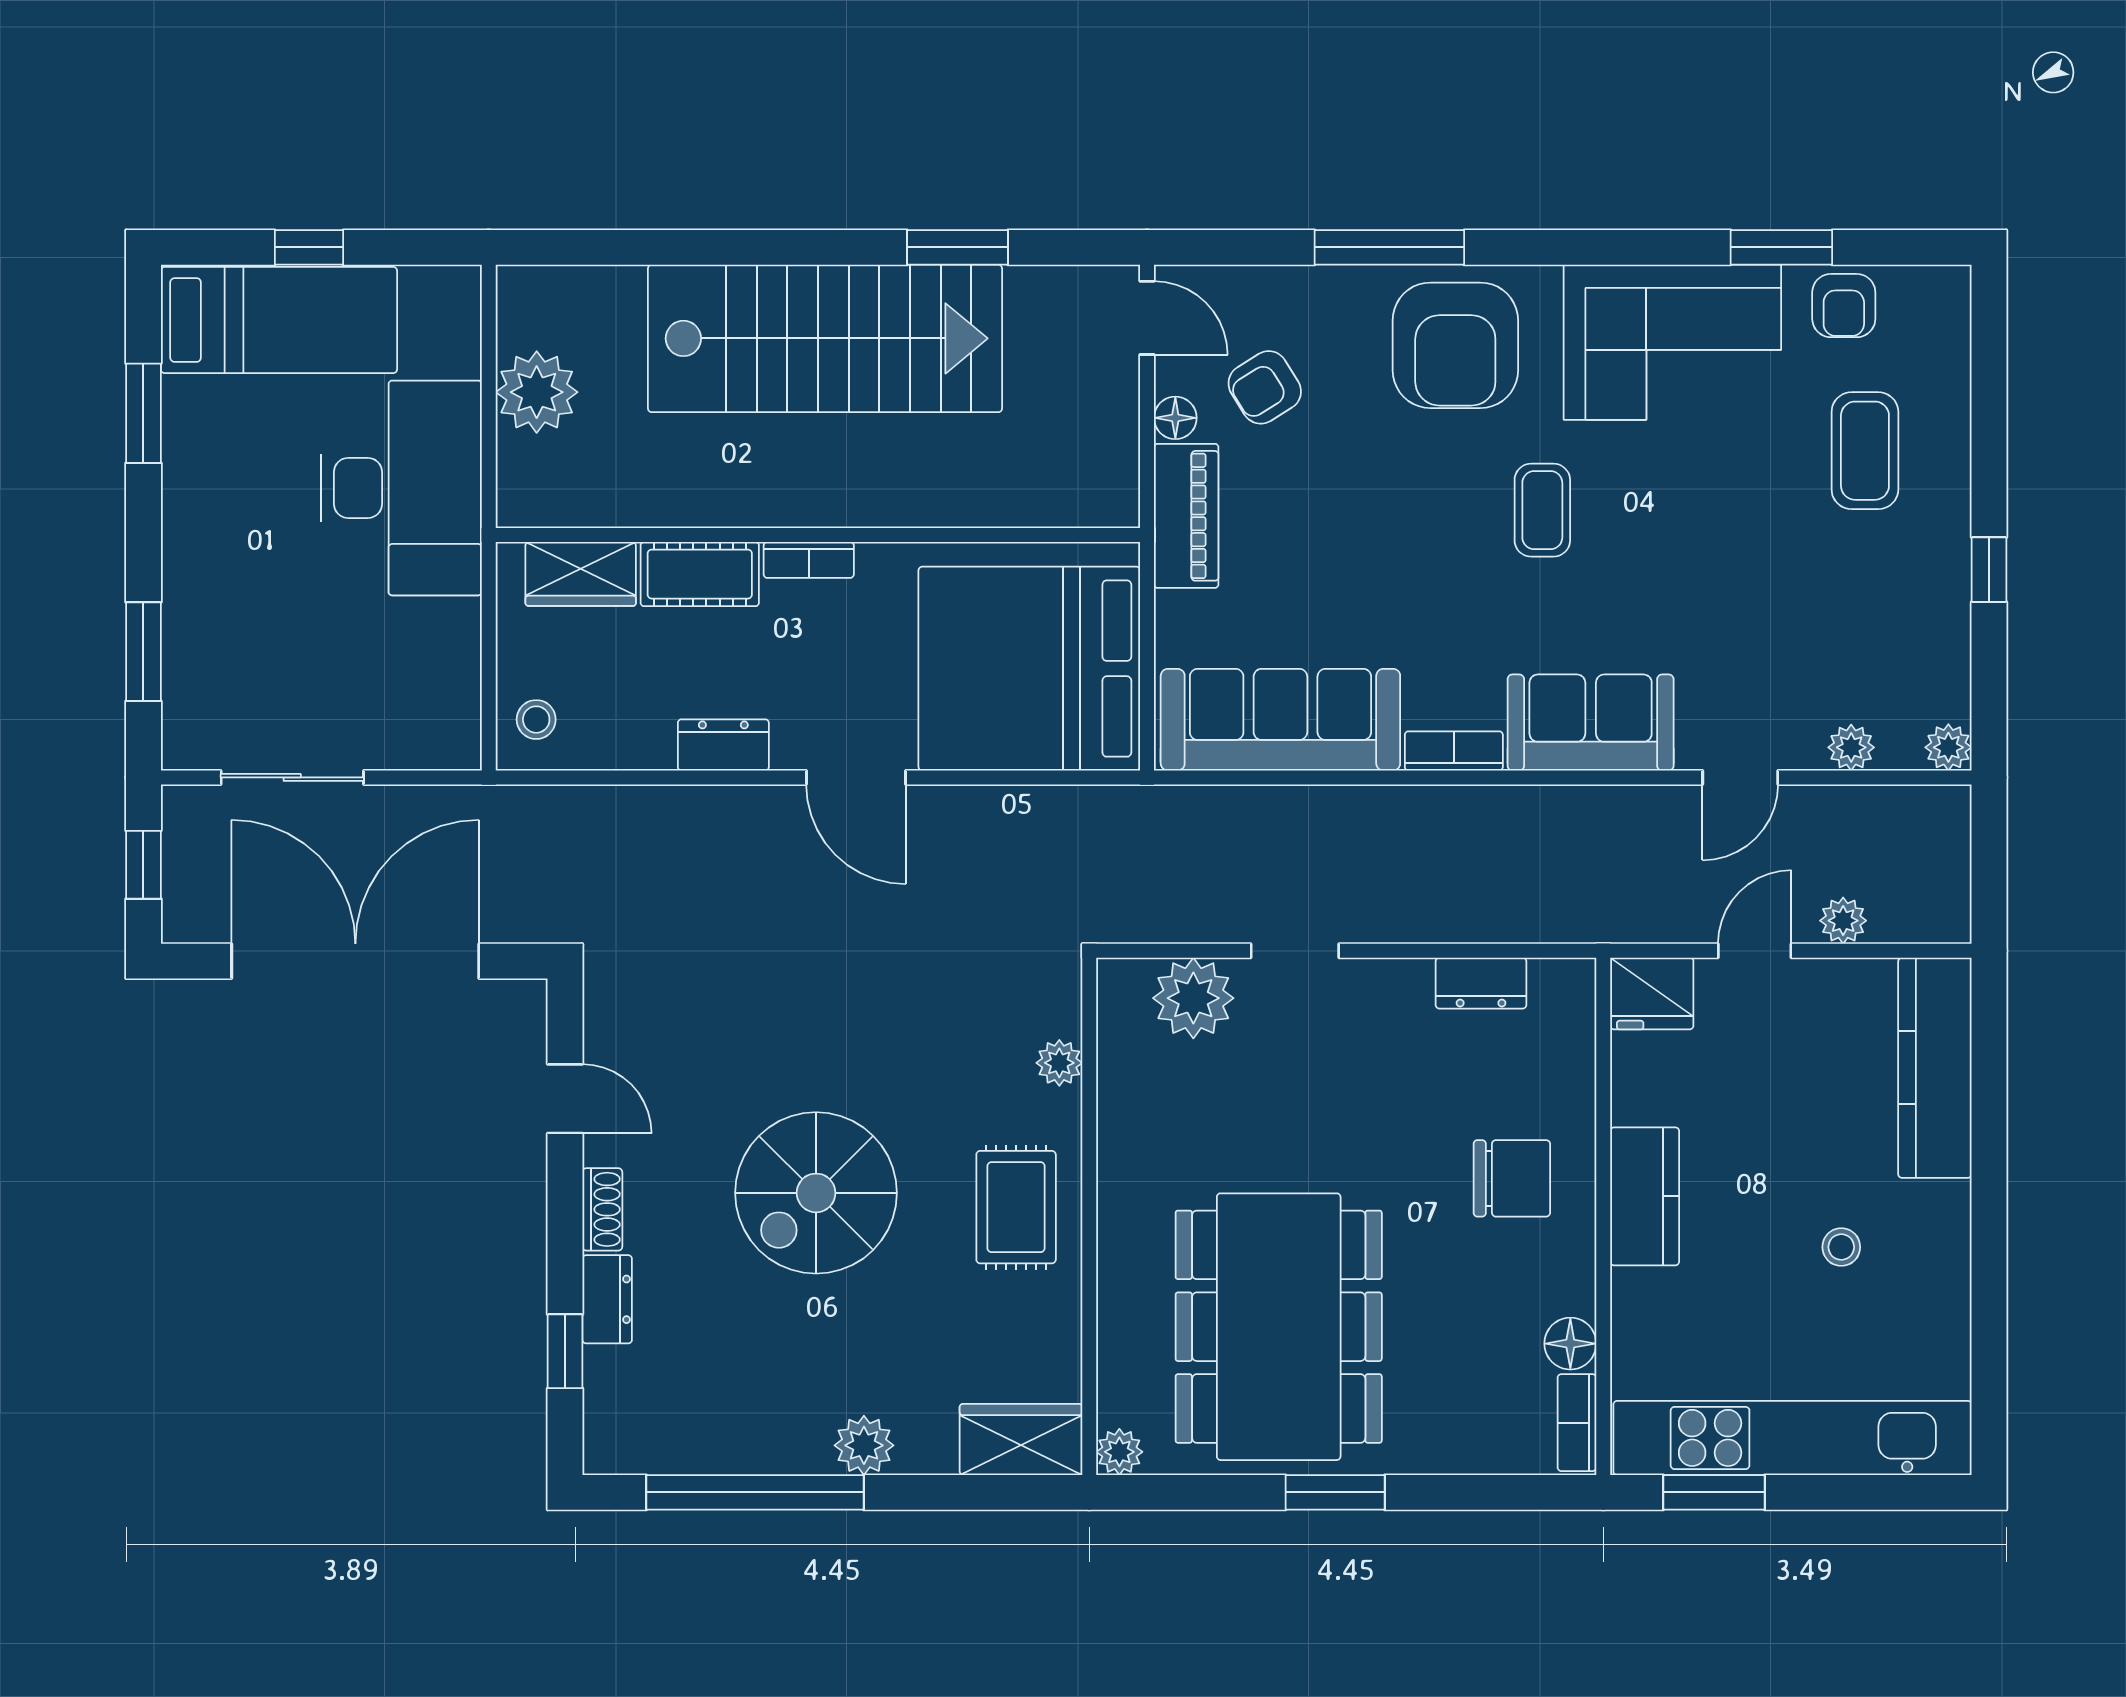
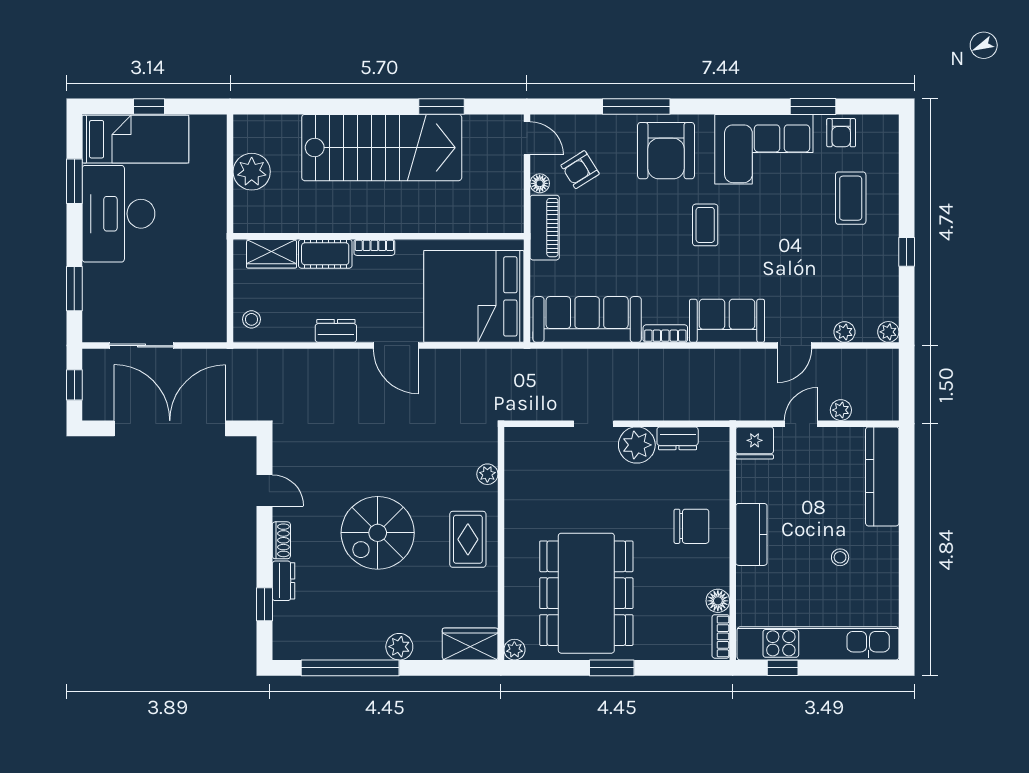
desk: (401, 488) -> (118, 214), moved, turned 180
plant: (1193, 998) -> (637, 445), moved
window: (1714, 1492) -> (783, 668), width x0.67

